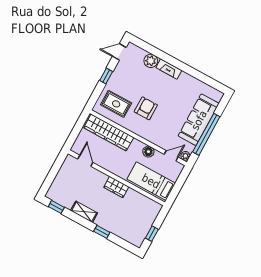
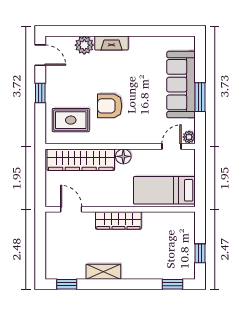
door: (119, 52) -> (40, 55), swing flipped
armchair: (146, 108) -> (110, 106), turned -90
window: (206, 134) -> (200, 97), width x0.47
floor lamp: (148, 152) -> (123, 156), moved
wardrobe: (116, 187) -> (118, 221), width x1.50
window: (102, 232) -> (173, 284), moved

